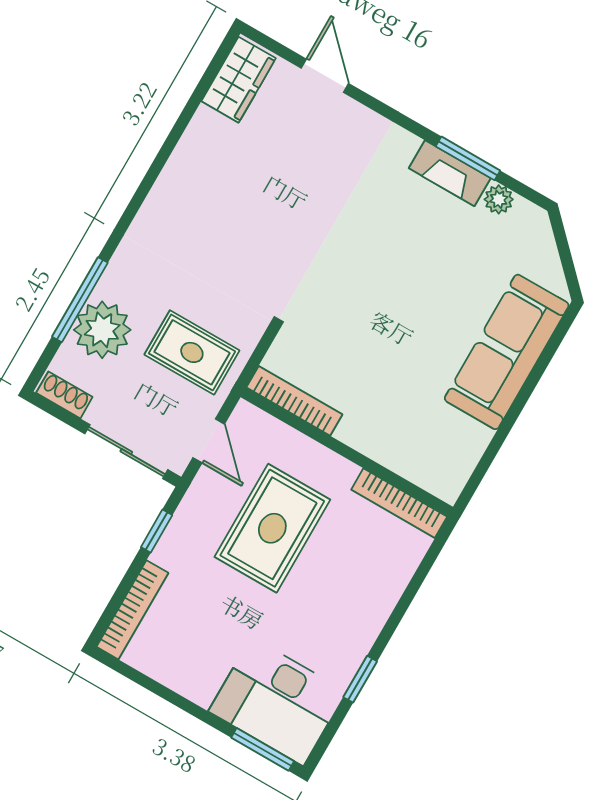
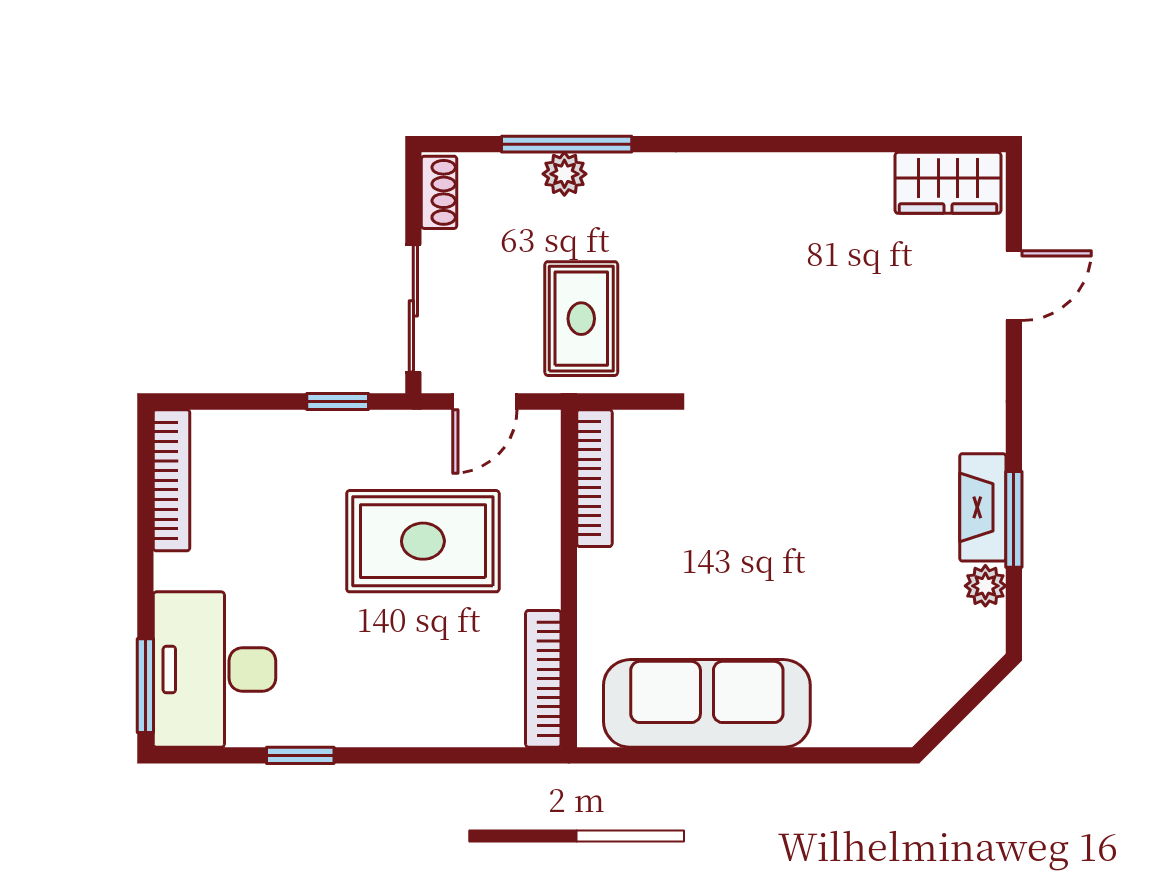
plant: (102, 330) -> (564, 174), width x0.53, depth x0.53
sofa: (507, 352) -> (707, 703), moved
bookcase: (132, 610) -> (171, 480), moved, turned -90

